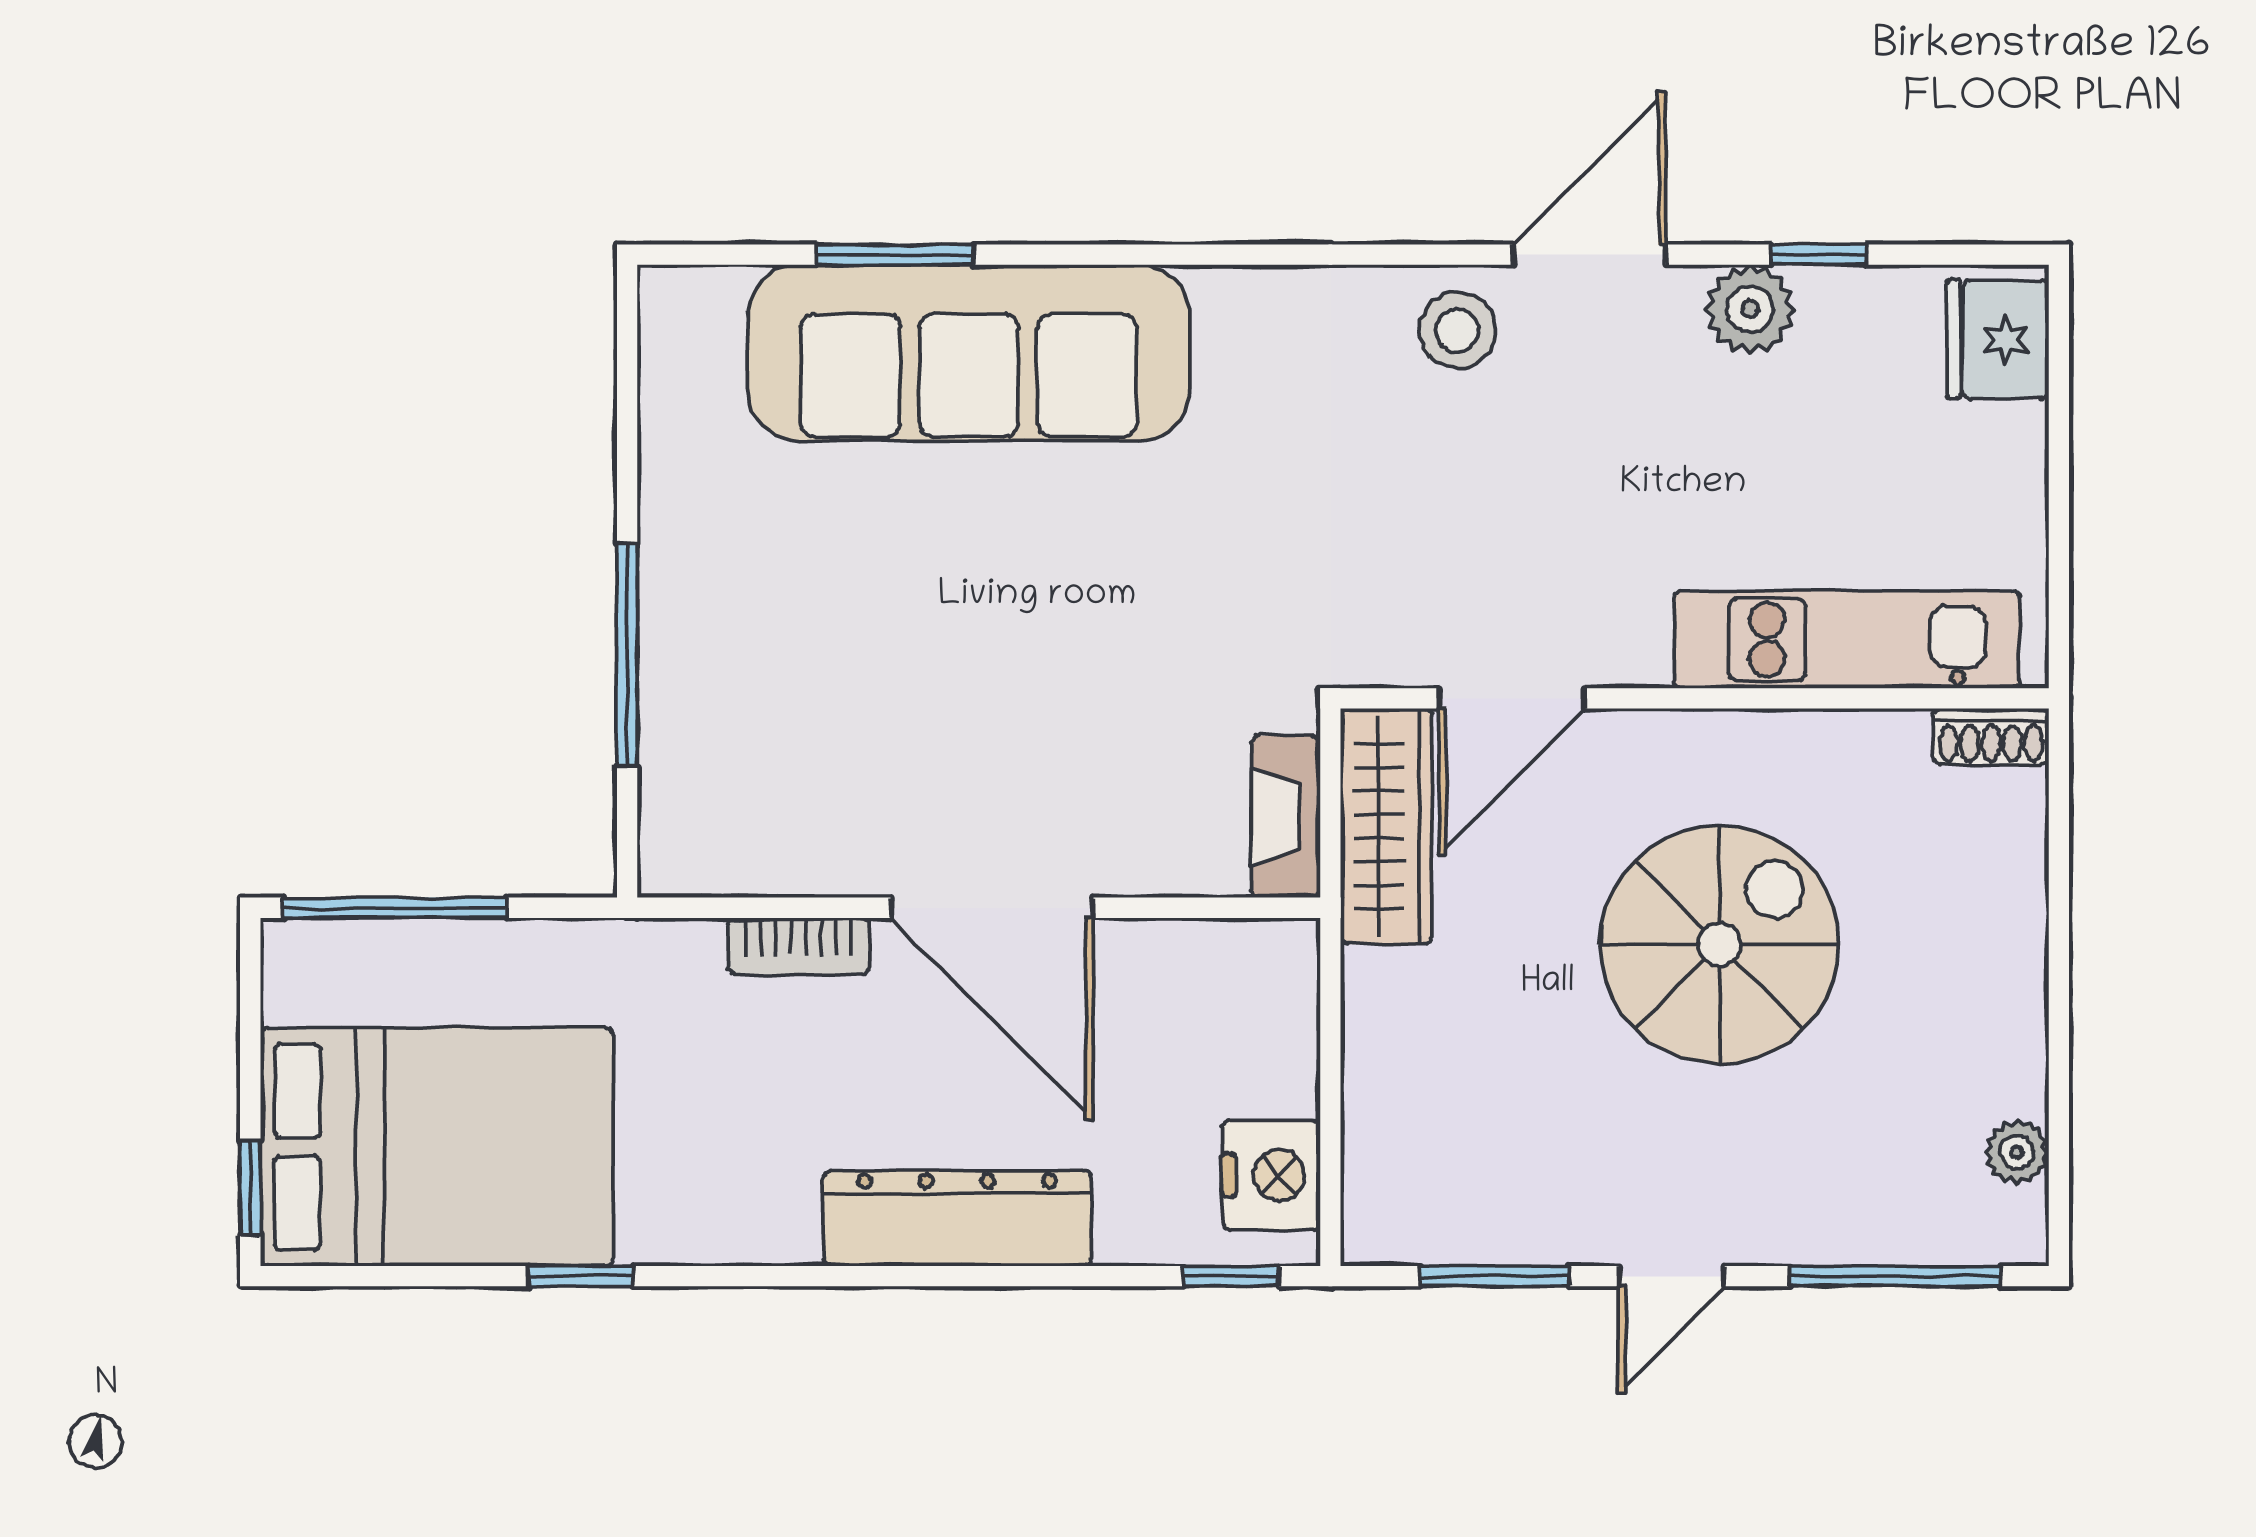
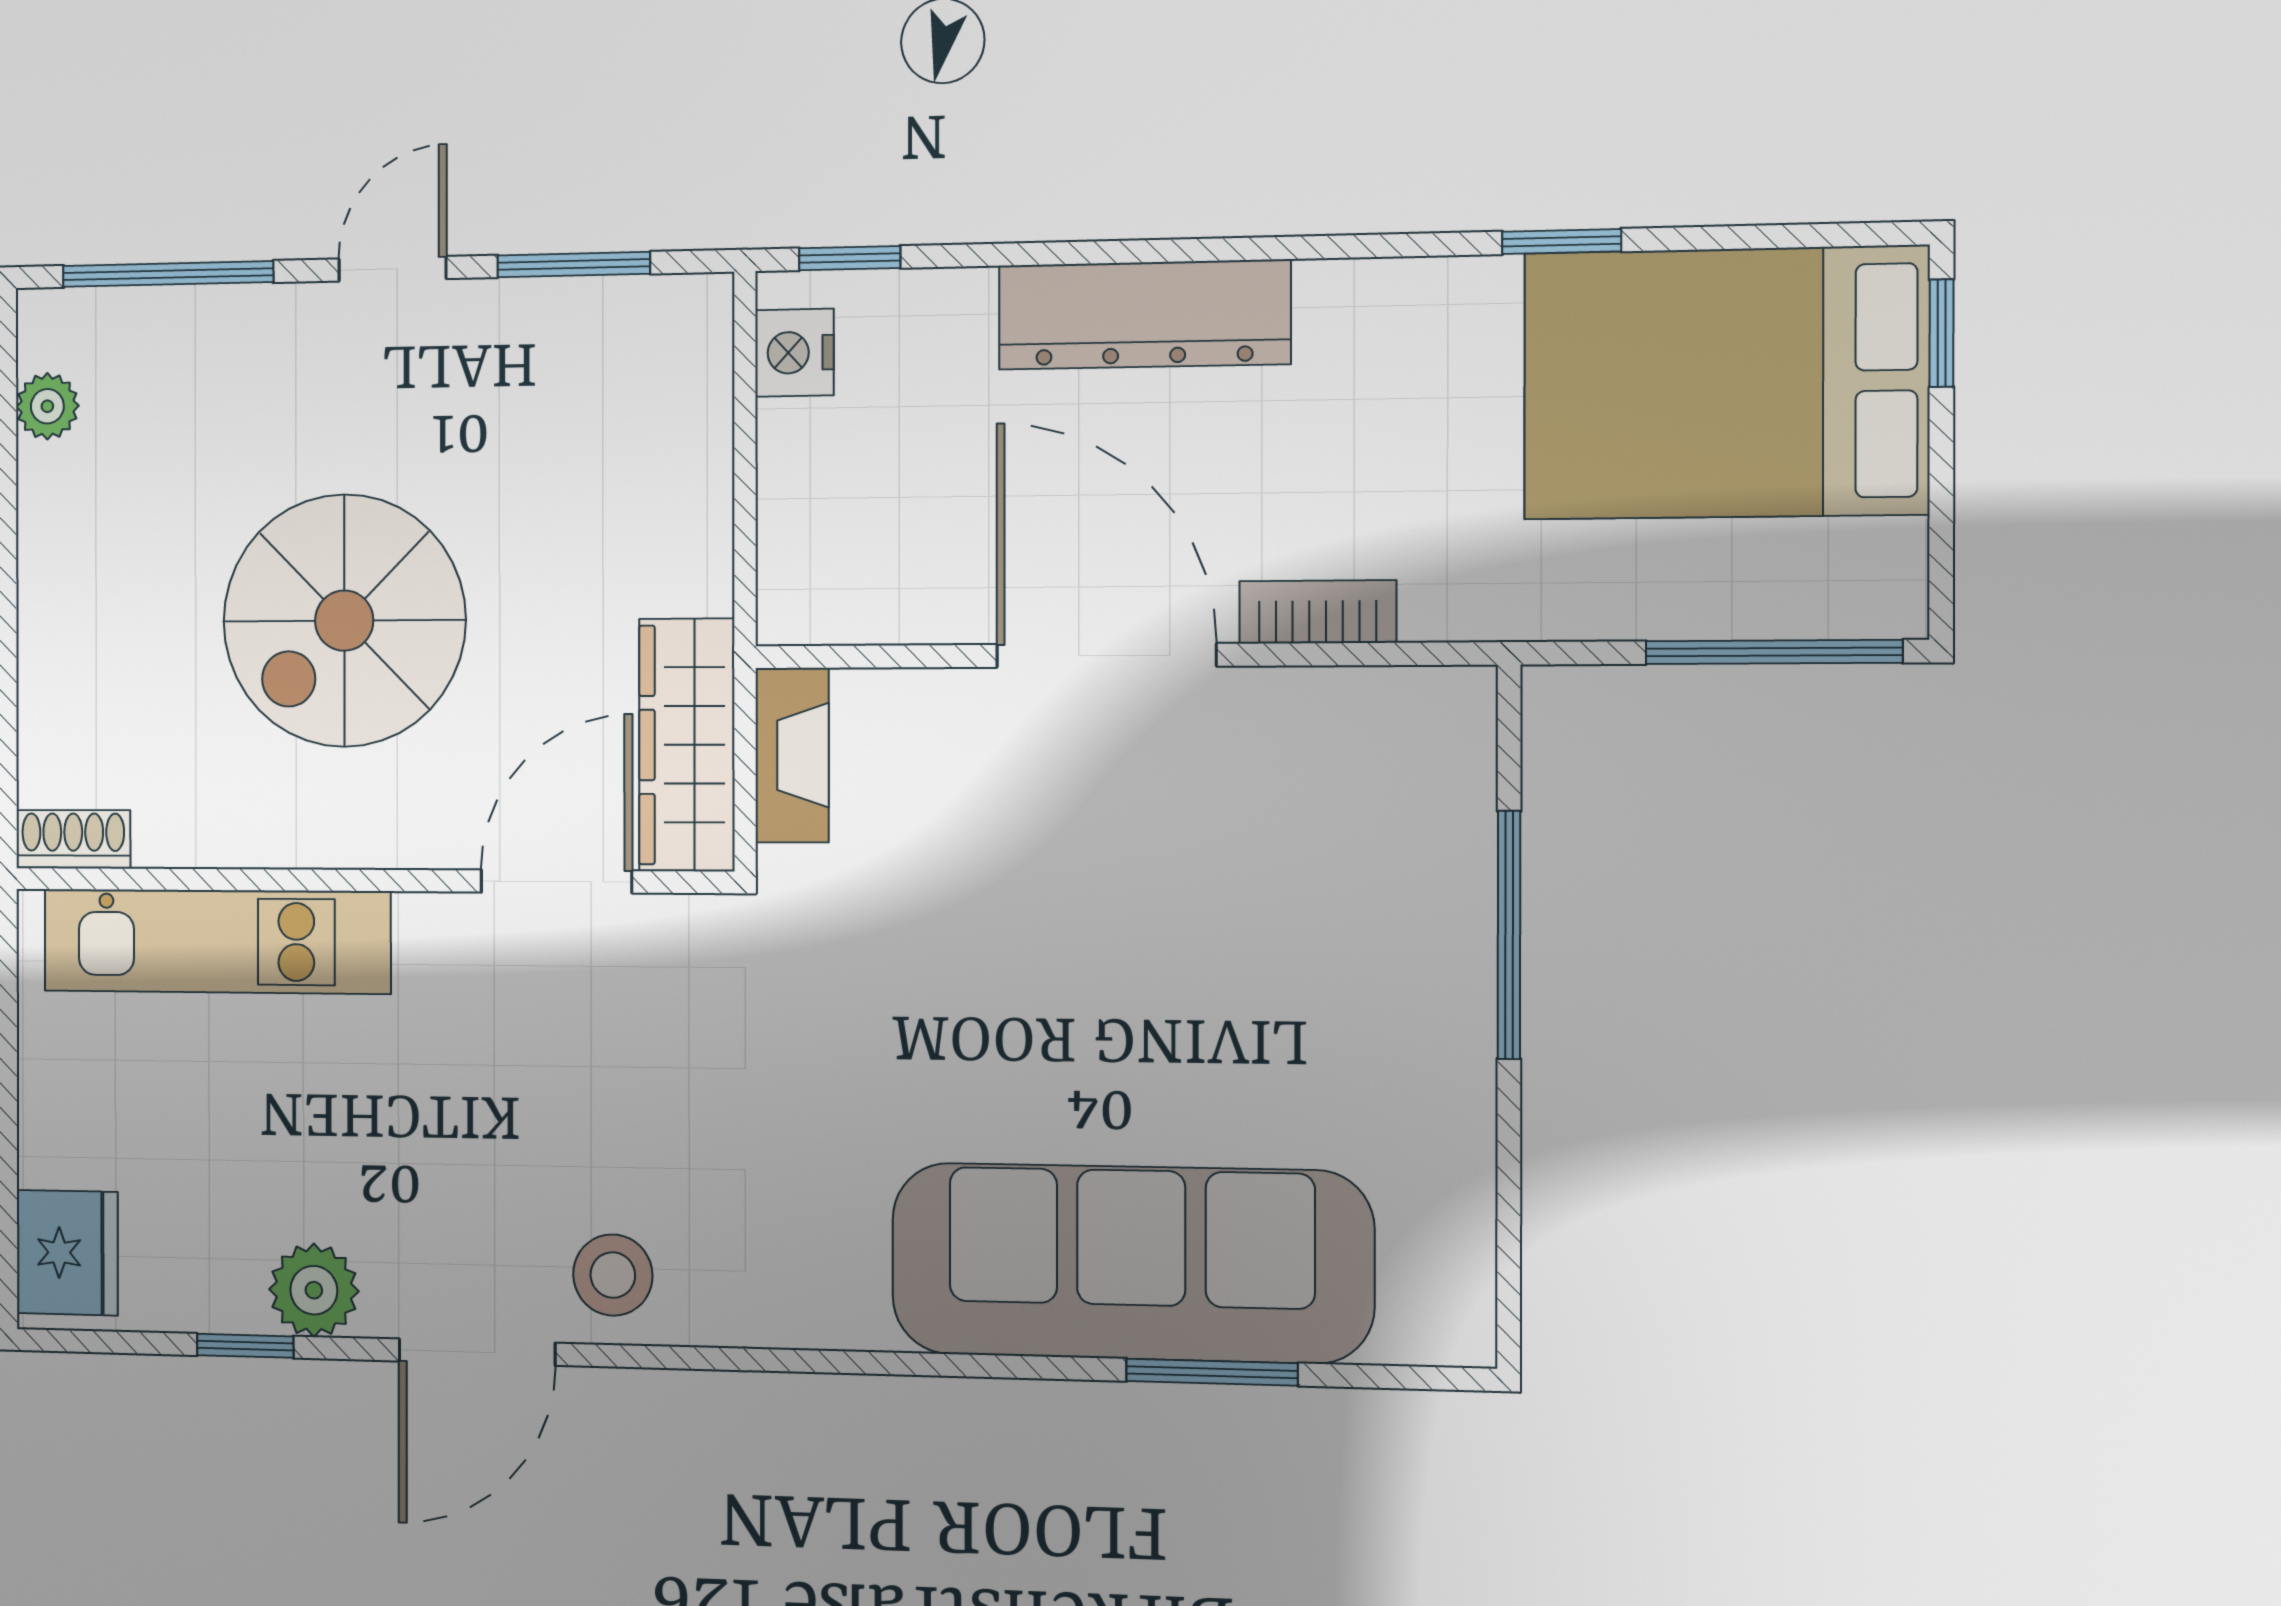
nightstand: (1271, 1175) -> (794, 353), width x0.74, depth x0.75

